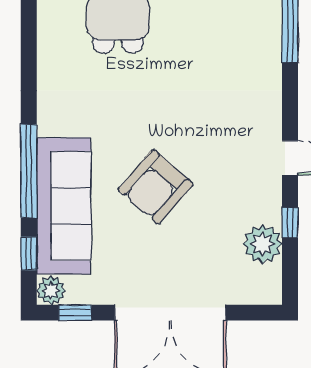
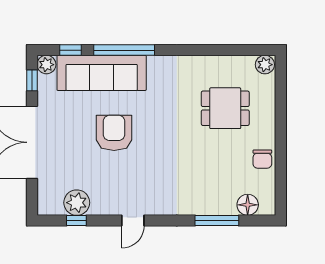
armchair: (156, 187) -> (114, 133), turned 49
window: (290, 223) -> (76, 221), moved

